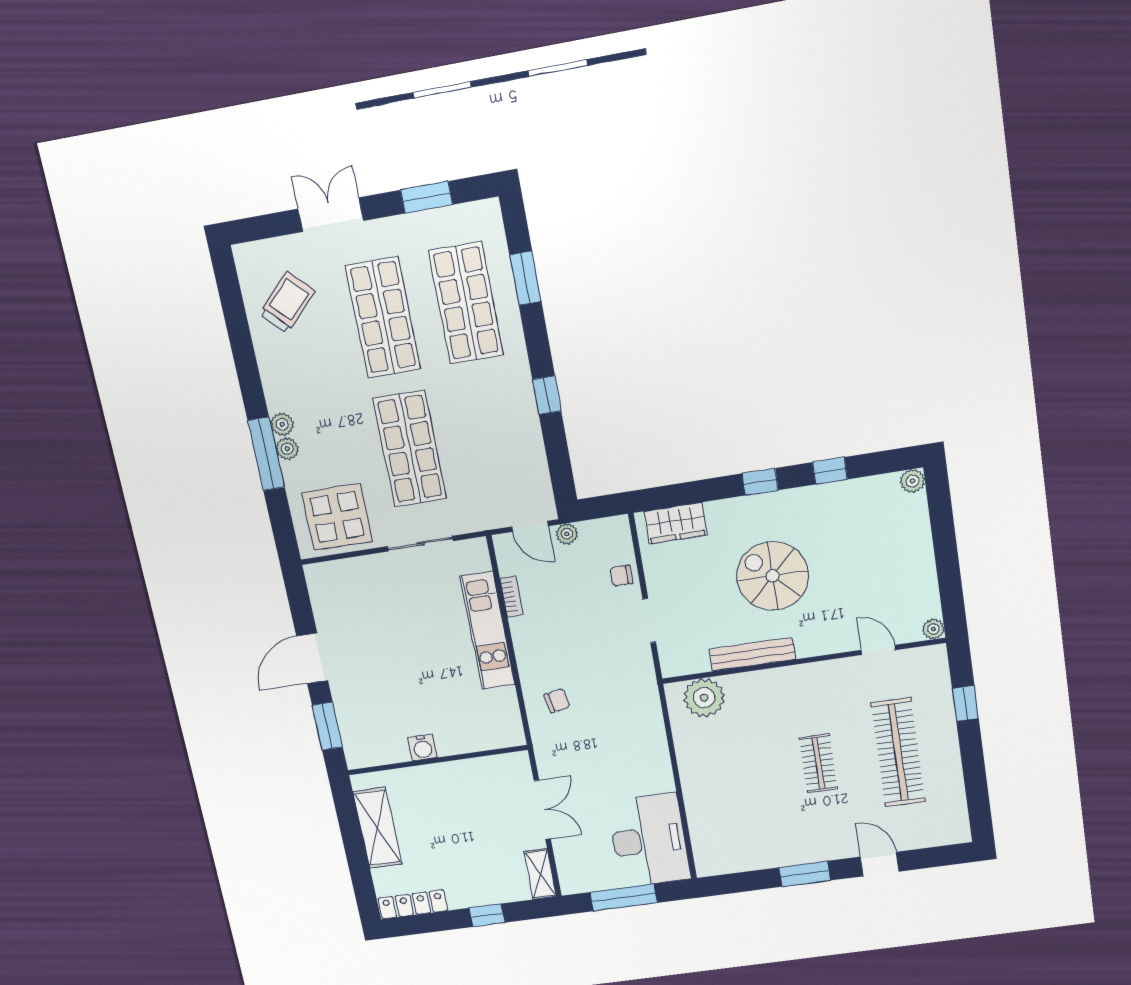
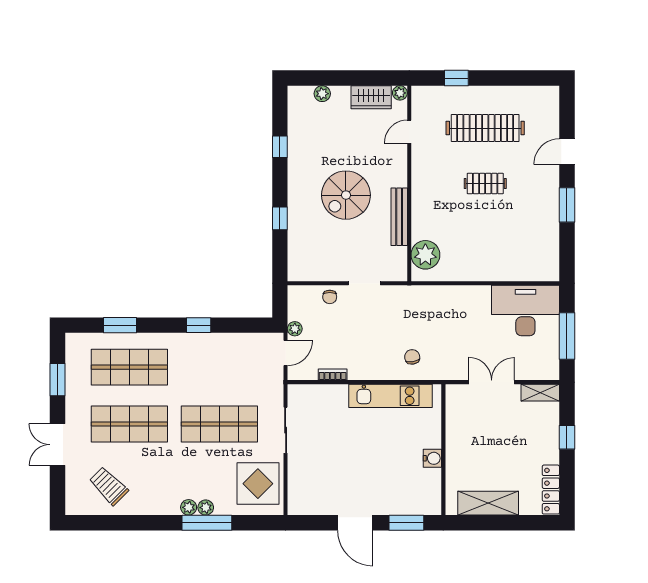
plant: (913, 481) -> (322, 94), moved
window: (760, 482) -> (280, 218), moved
wardrobe: (676, 523) -> (371, 97), moved, turned 90
kitchen unit: (488, 631) -> (390, 396), moved

